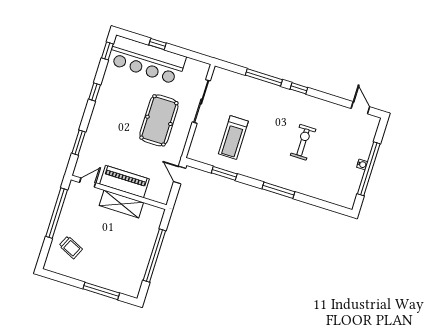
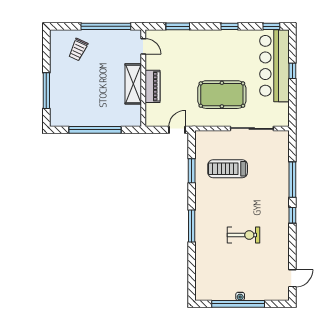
piano: (124, 182) -> (153, 86), width x0.73, depth x0.75

